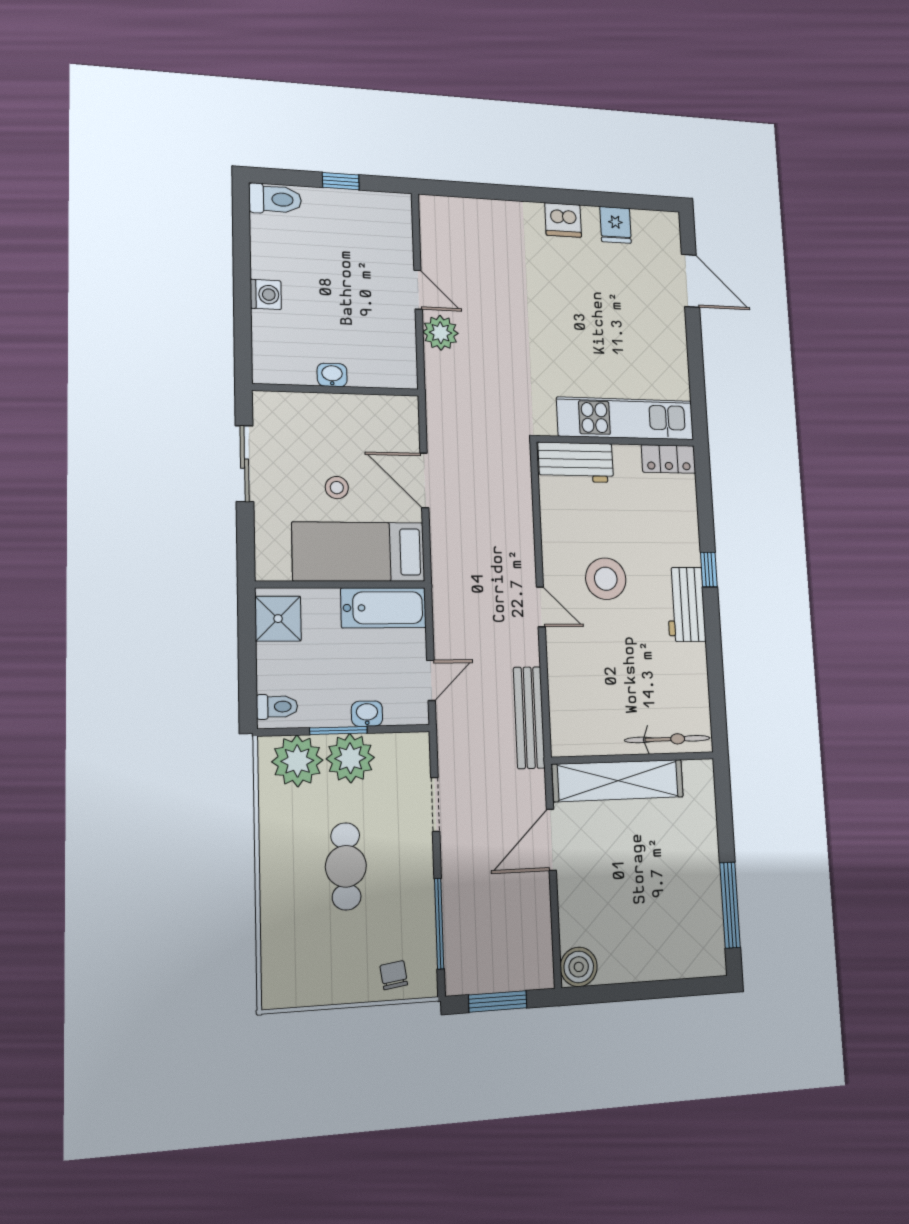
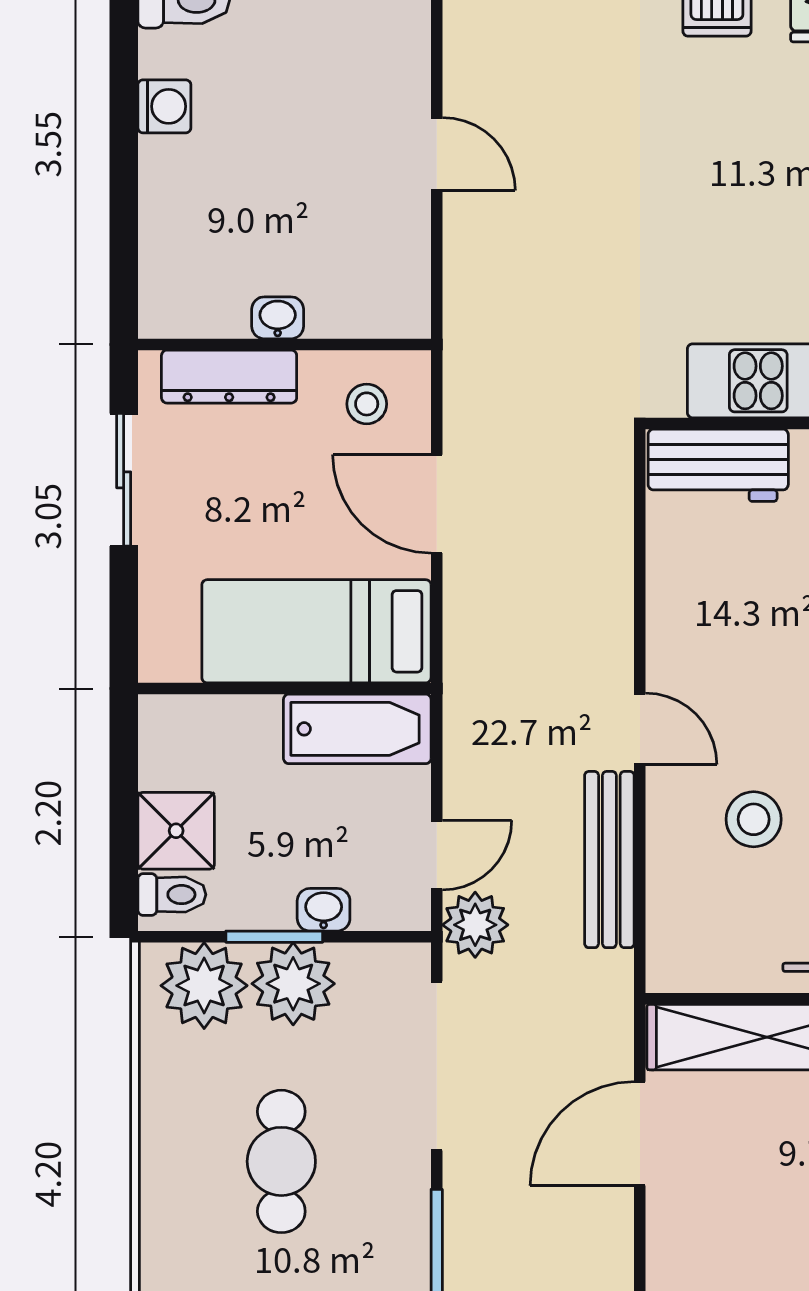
washing machine: (266, 294) -> (164, 106), moved
plant: (440, 333) -> (475, 925), moved
dresser: (305, 407) -> (229, 377), added
stool: (337, 488) -> (367, 404), moved
stool: (606, 579) -> (754, 819), moved, width x0.73, depth x0.73
shower: (278, 619) -> (176, 831), moved
bench: (529, 718) -> (609, 860), moved
doorway: (435, 804) -> (437, 1066), width x1.87

